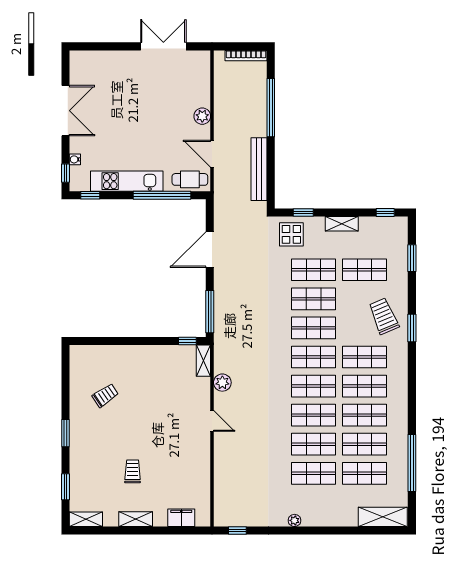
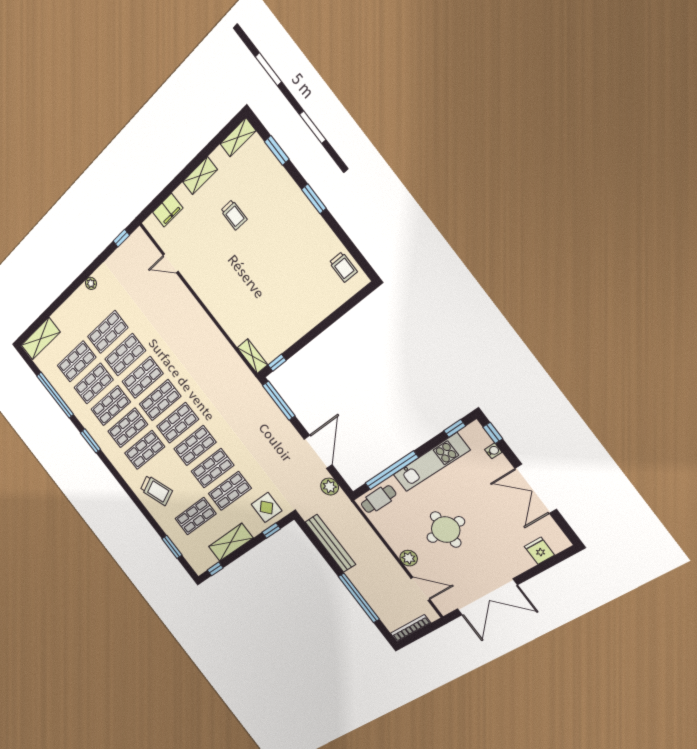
double door: (163, 46) -> (487, 597), width x1.36
fridge: (97, 61) -> (539, 551), added
round table: (155, 121) -> (446, 530), added
door: (212, 154) -> (420, 589), moved
shelving: (342, 224) -> (231, 542), width x1.50, depth x1.33
window: (412, 328) -> (90, 441), moved
plant: (222, 383) -> (330, 487), moved
trolley: (105, 395) -> (343, 267), moved, turned -56
door: (212, 421) -> (171, 263), moved

